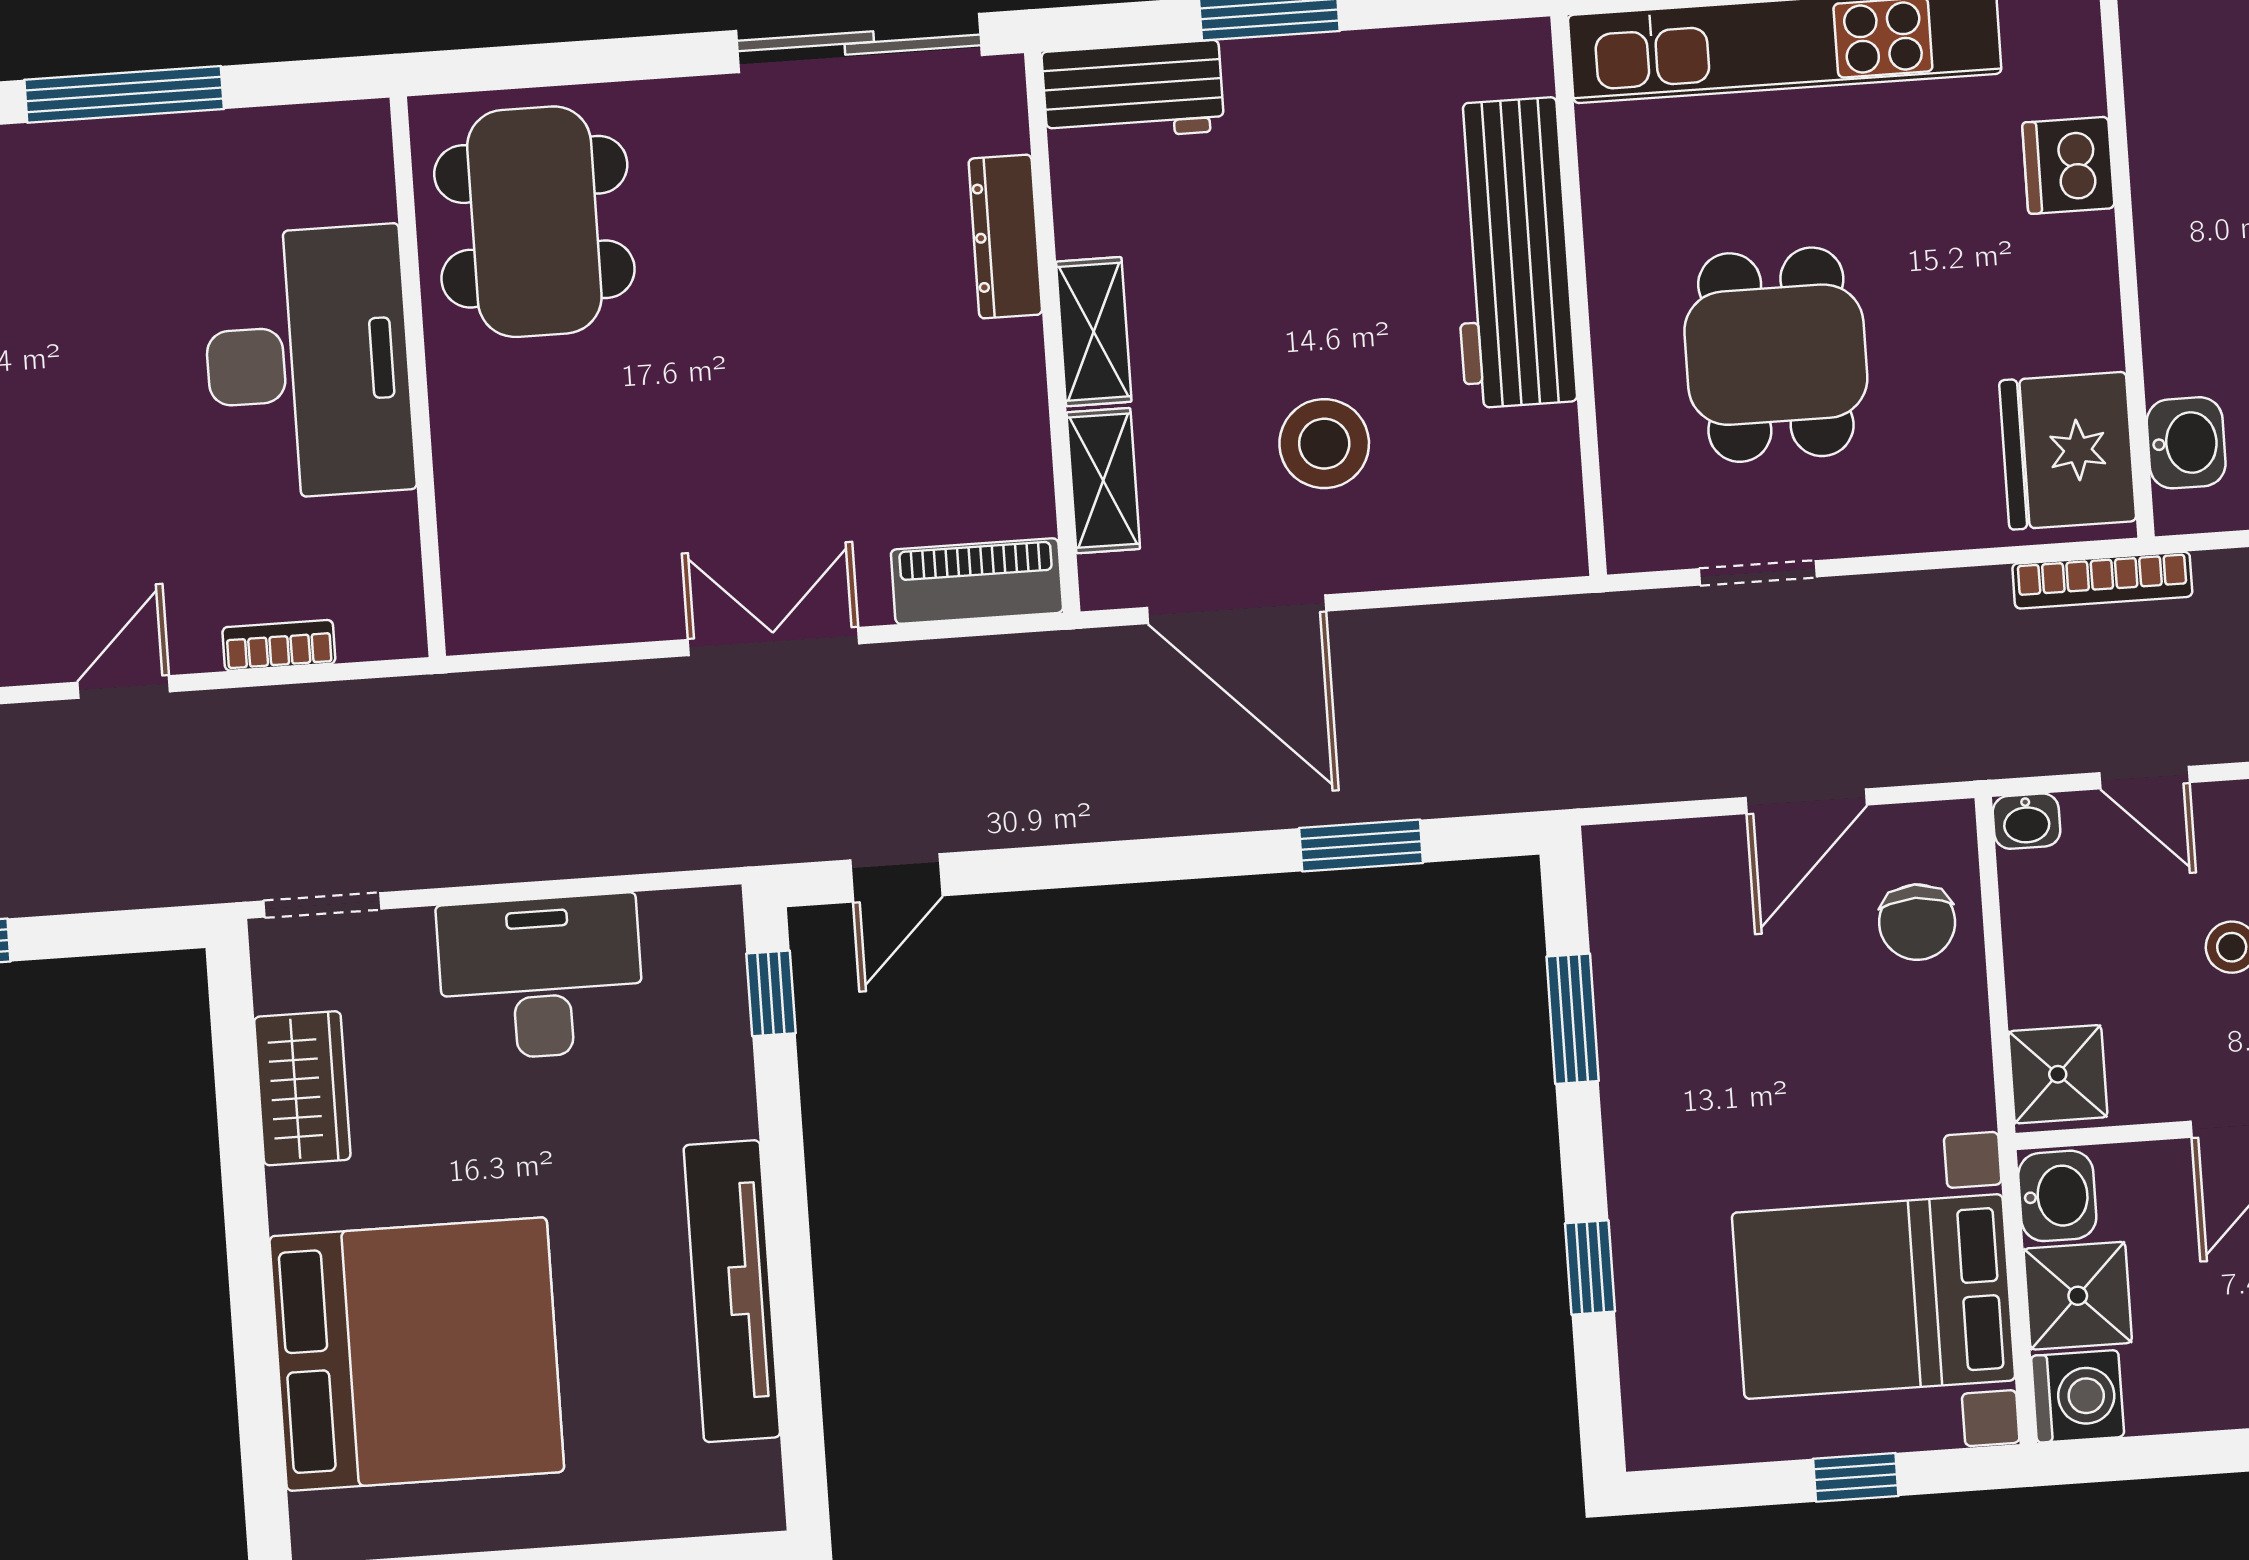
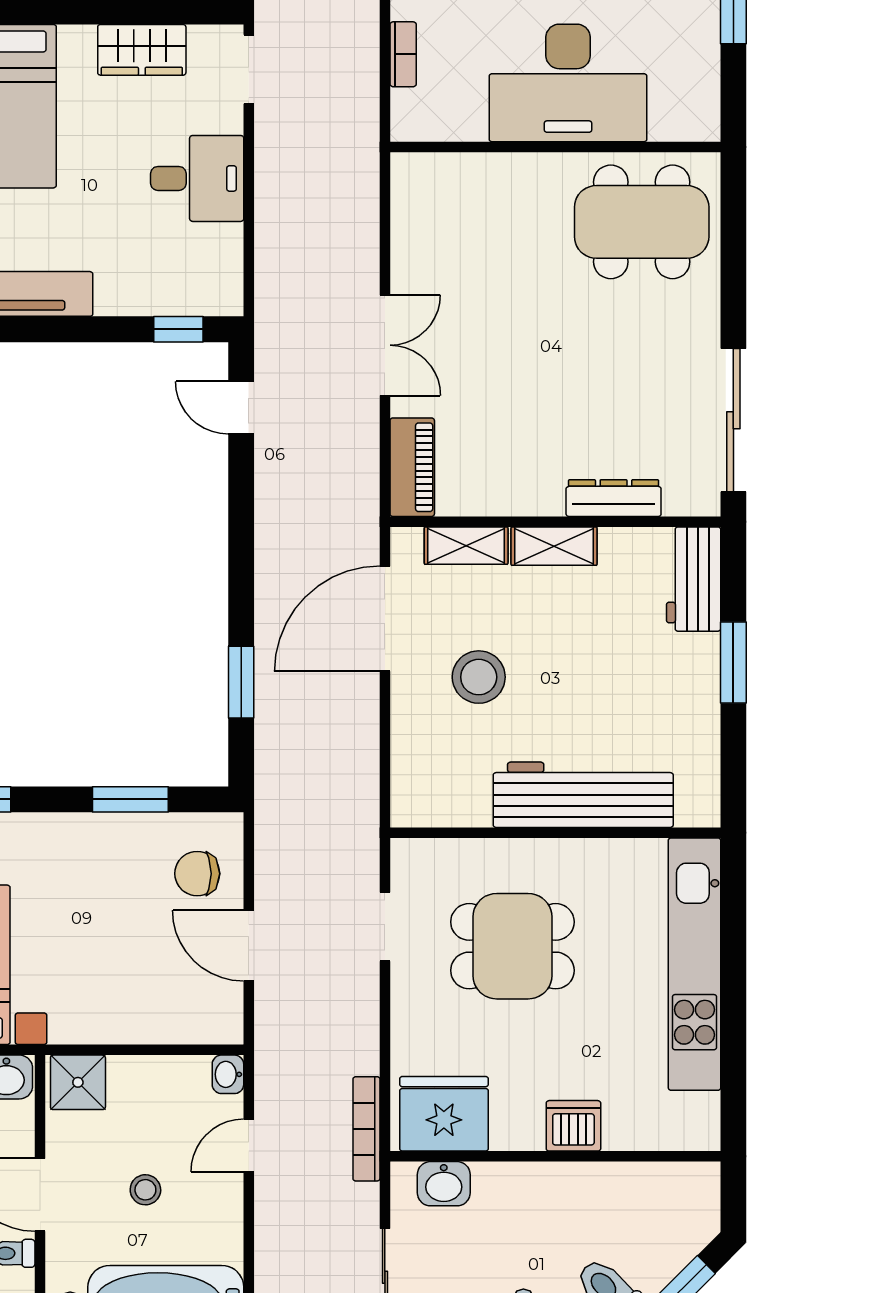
dishwasher: (2068, 165) -> (573, 1126), moved
chair: (1917, 922) -> (197, 874), moved
desk: (541, 977) -> (197, 178), width x0.73

